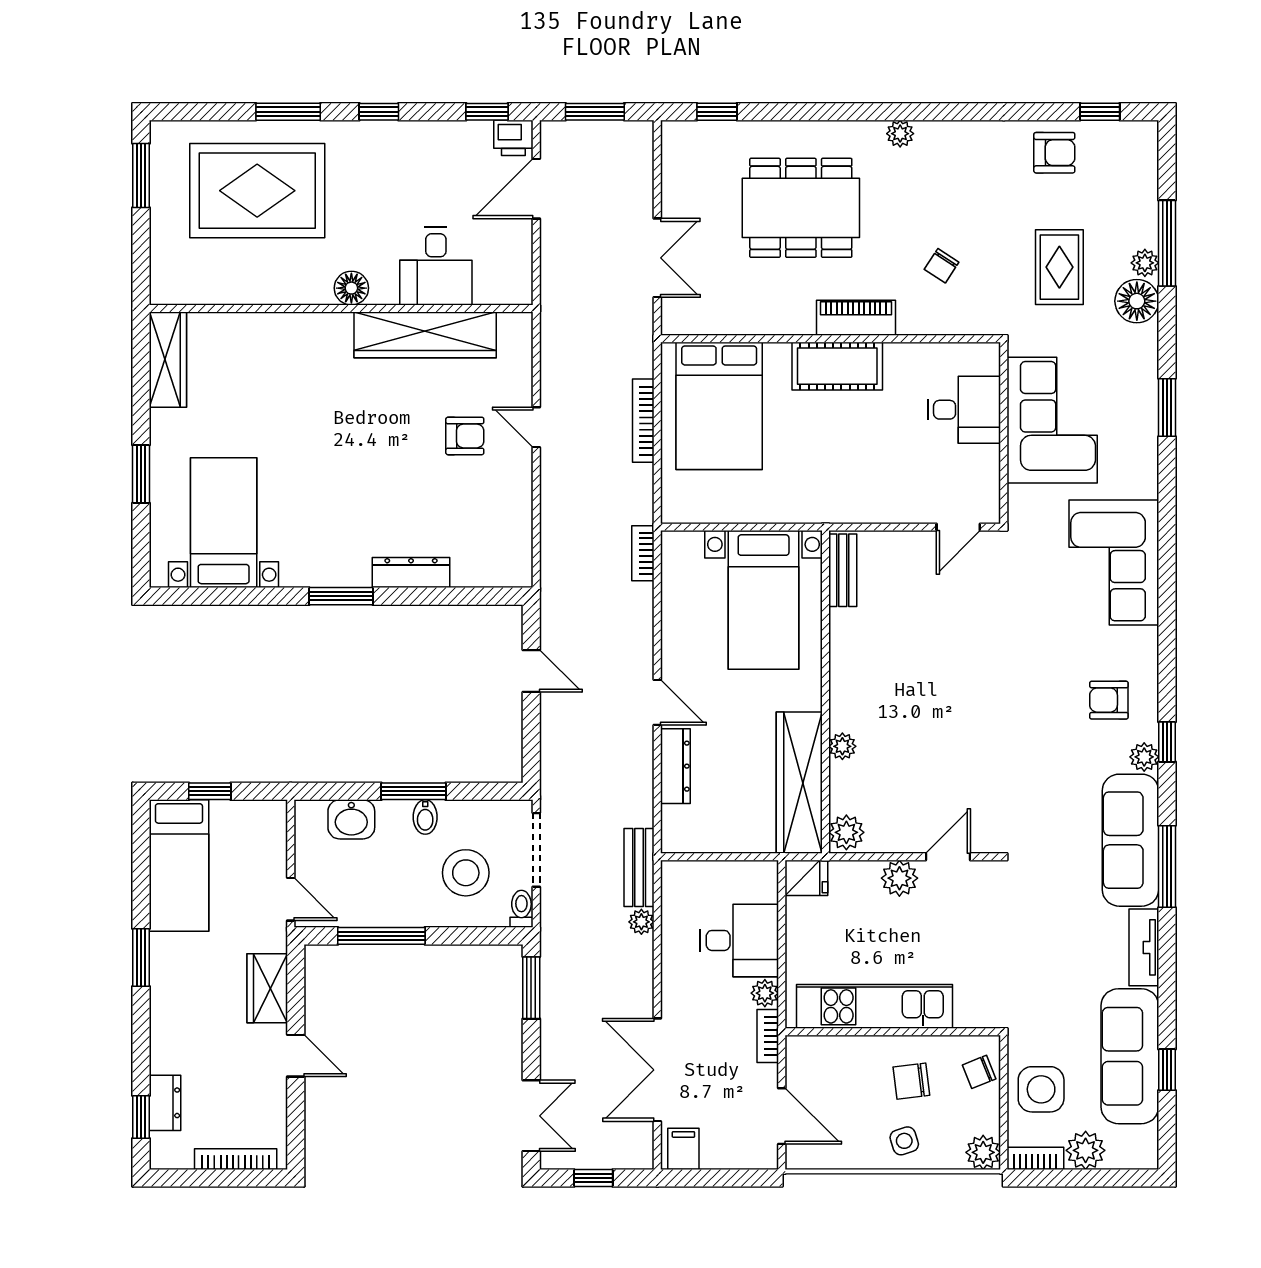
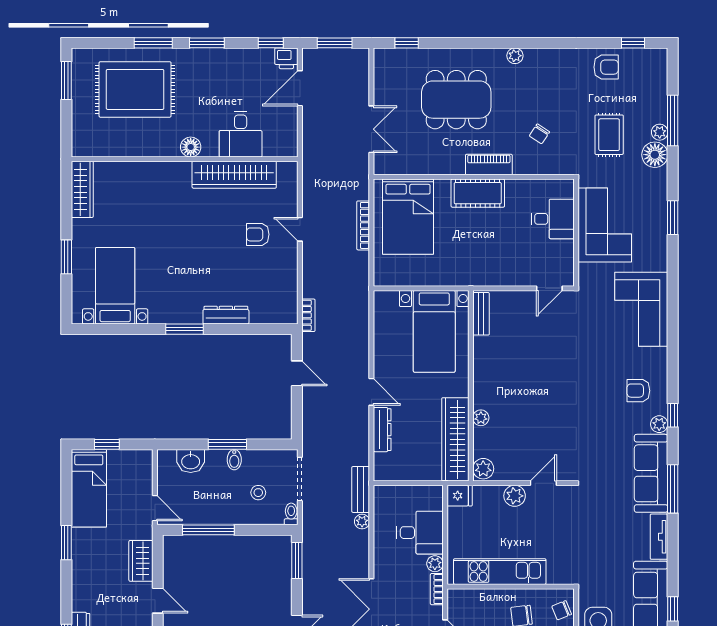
window: (379, 112) -> (207, 43), width x1.50
armchair: (465, 436) -> (258, 234), turned 180
bookcase: (643, 553) -> (308, 315), moved, turned 180
stool: (466, 873) -> (258, 493), width x0.53, depth x0.53

